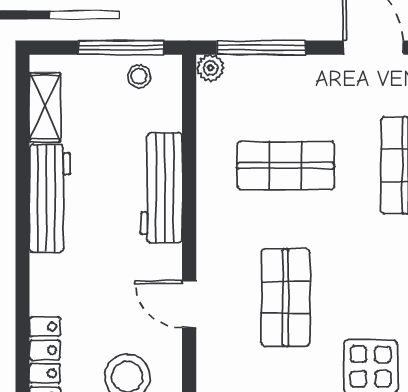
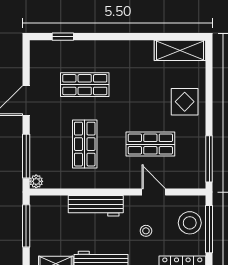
stool: (139, 76) -> (146, 231), moved
door: (189, 304) -> (154, 192), swing flipped

